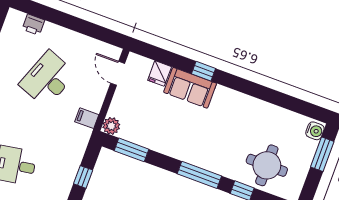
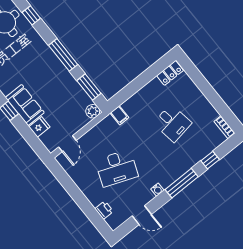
filing cabinet: (87, 118) -> (119, 115), moved
window: (199, 175) -> (63, 55), moved
window: (83, 177) -> (132, 88), removed

